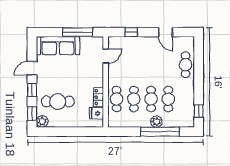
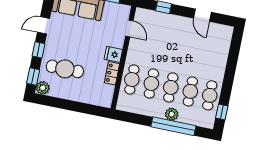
door: (106, 56) -> (129, 28), hinge flipped
cafe table: (186, 65) -> (210, 95), moved
fridge: (97, 113) -> (113, 54), moved

